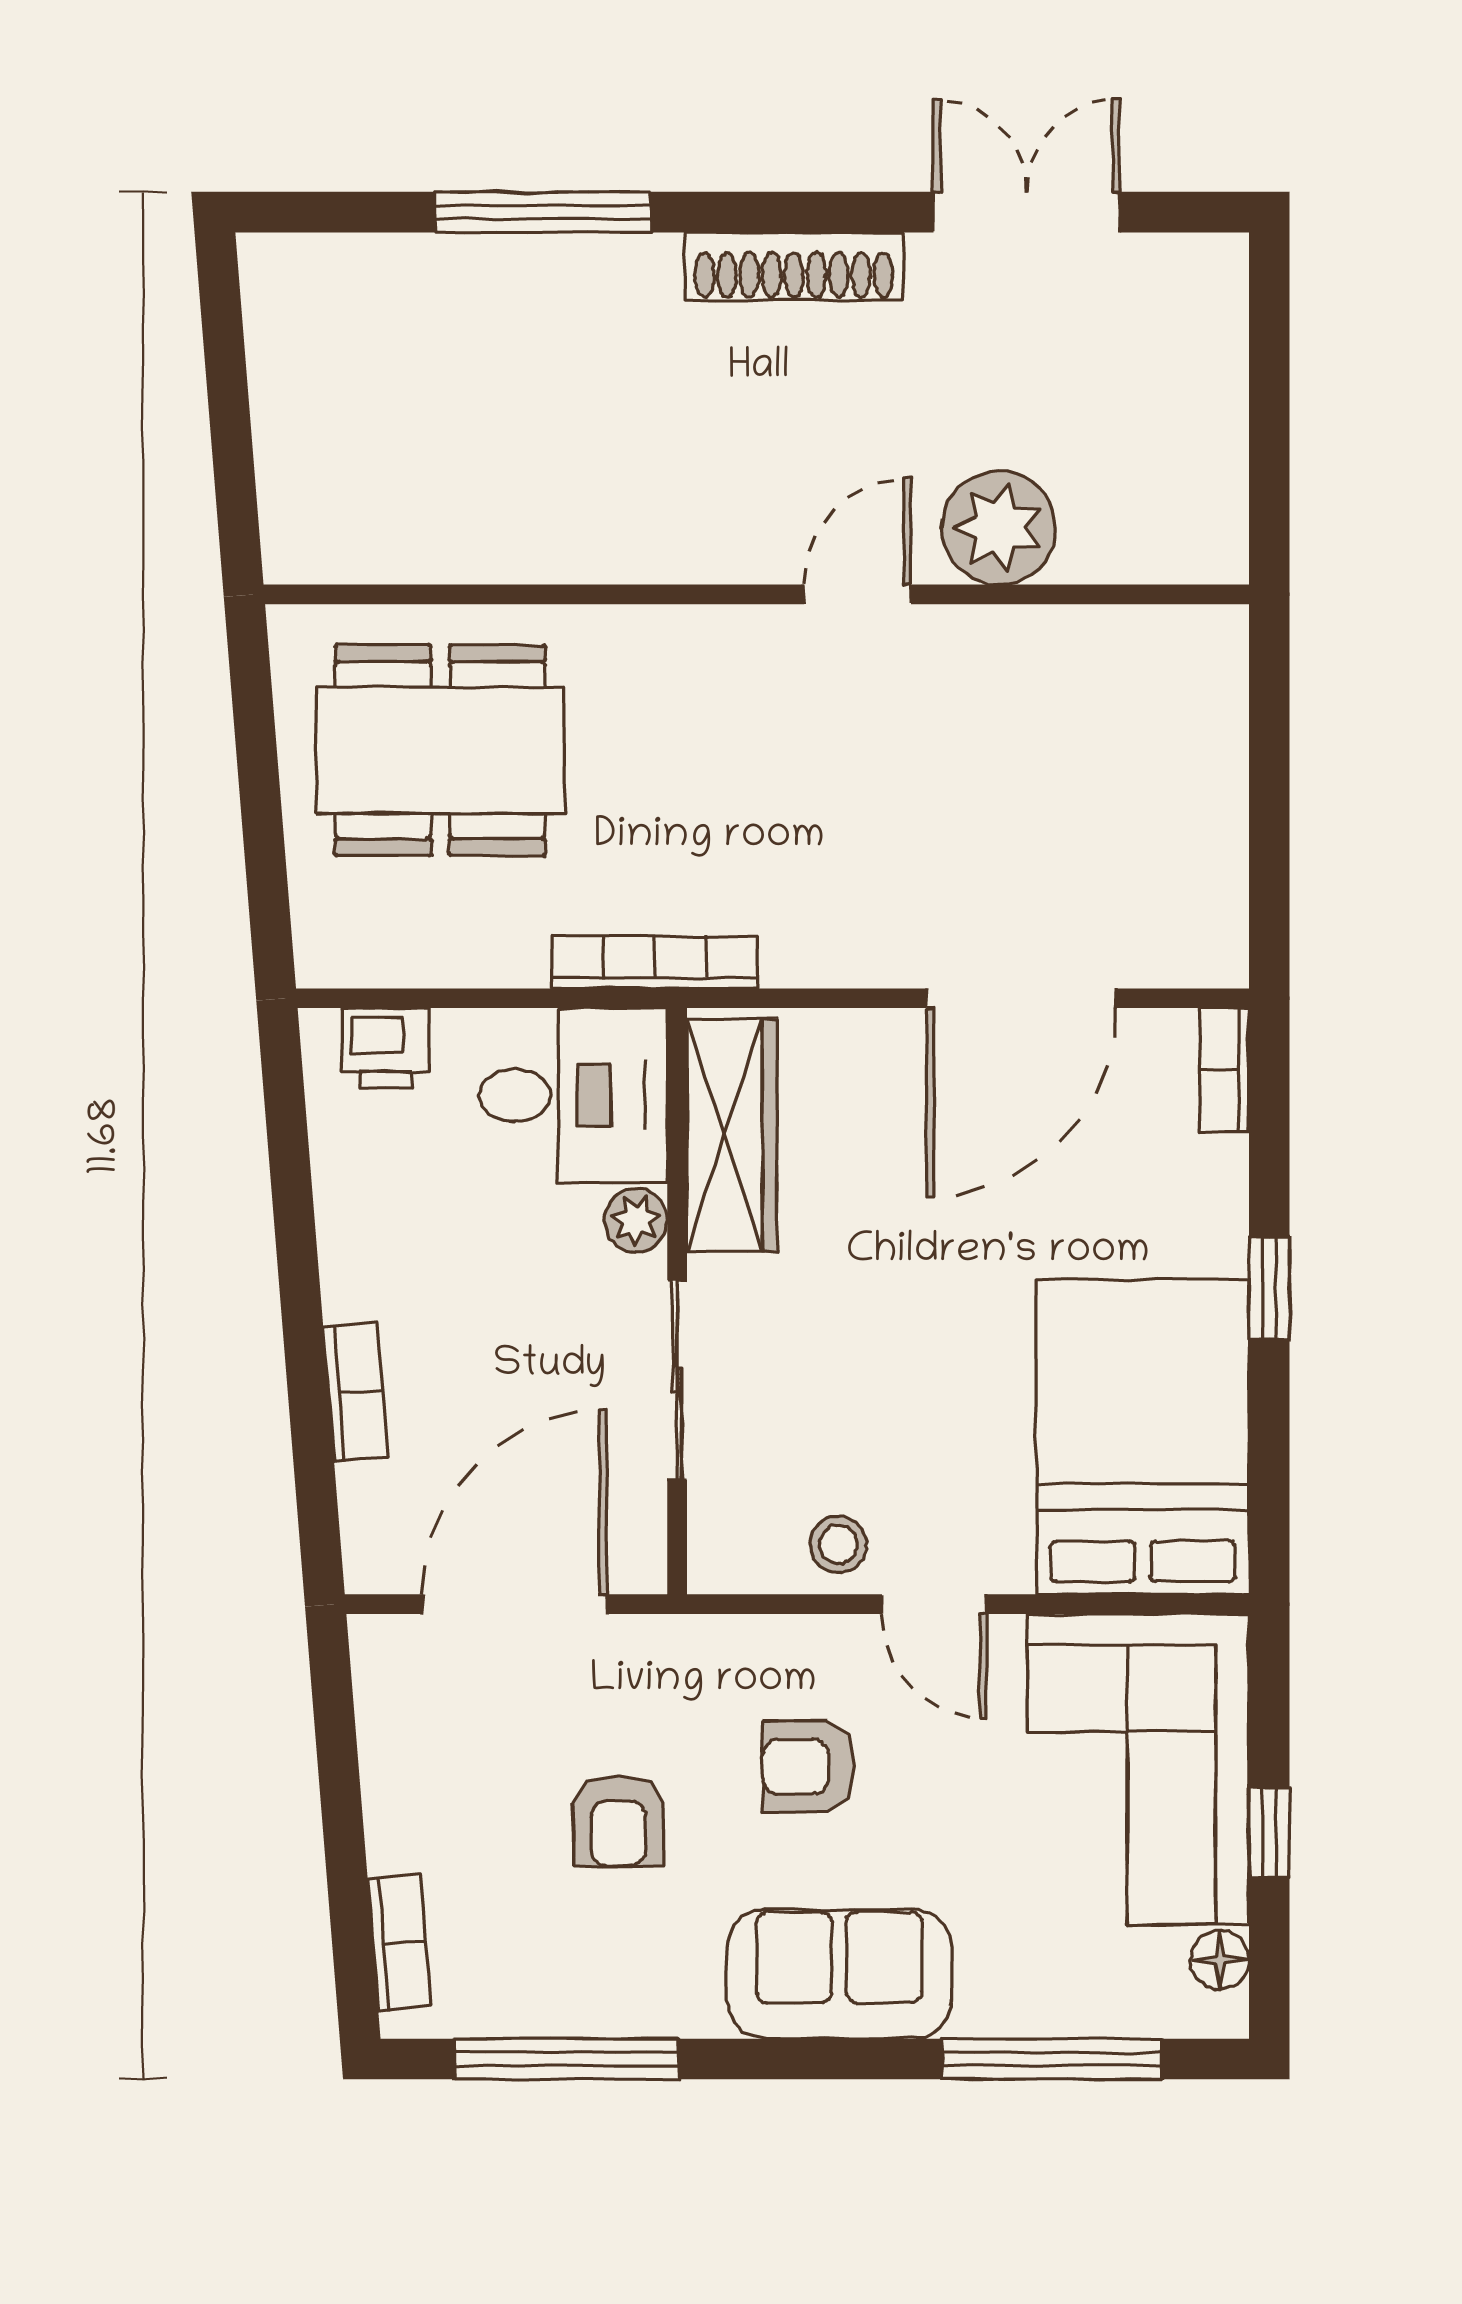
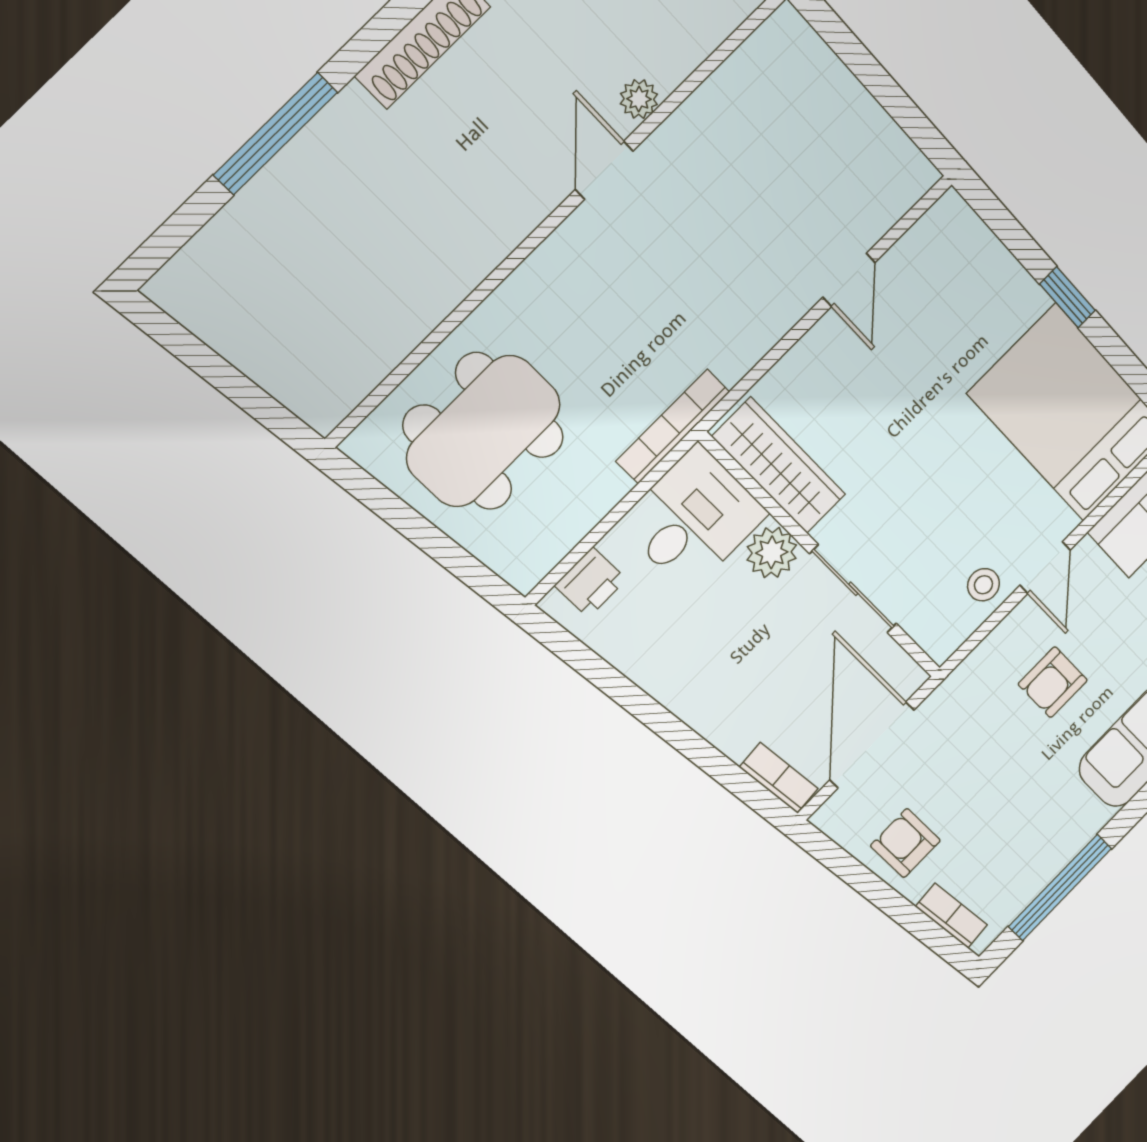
plant: (999, 528) -> (639, 99), width x0.53, depth x0.53
door: (1021, 998) -> (849, 280), width x0.53
bookcase: (1224, 1070) -> (965, 222), removed
plant: (636, 1220) -> (772, 553), width x1.38, depth x1.38
bookcase: (356, 1392) -> (779, 778), moved
door: (934, 1604) -> (1045, 568), hinge flipped
armchair: (618, 1821) -> (905, 843), moved, turned 180

